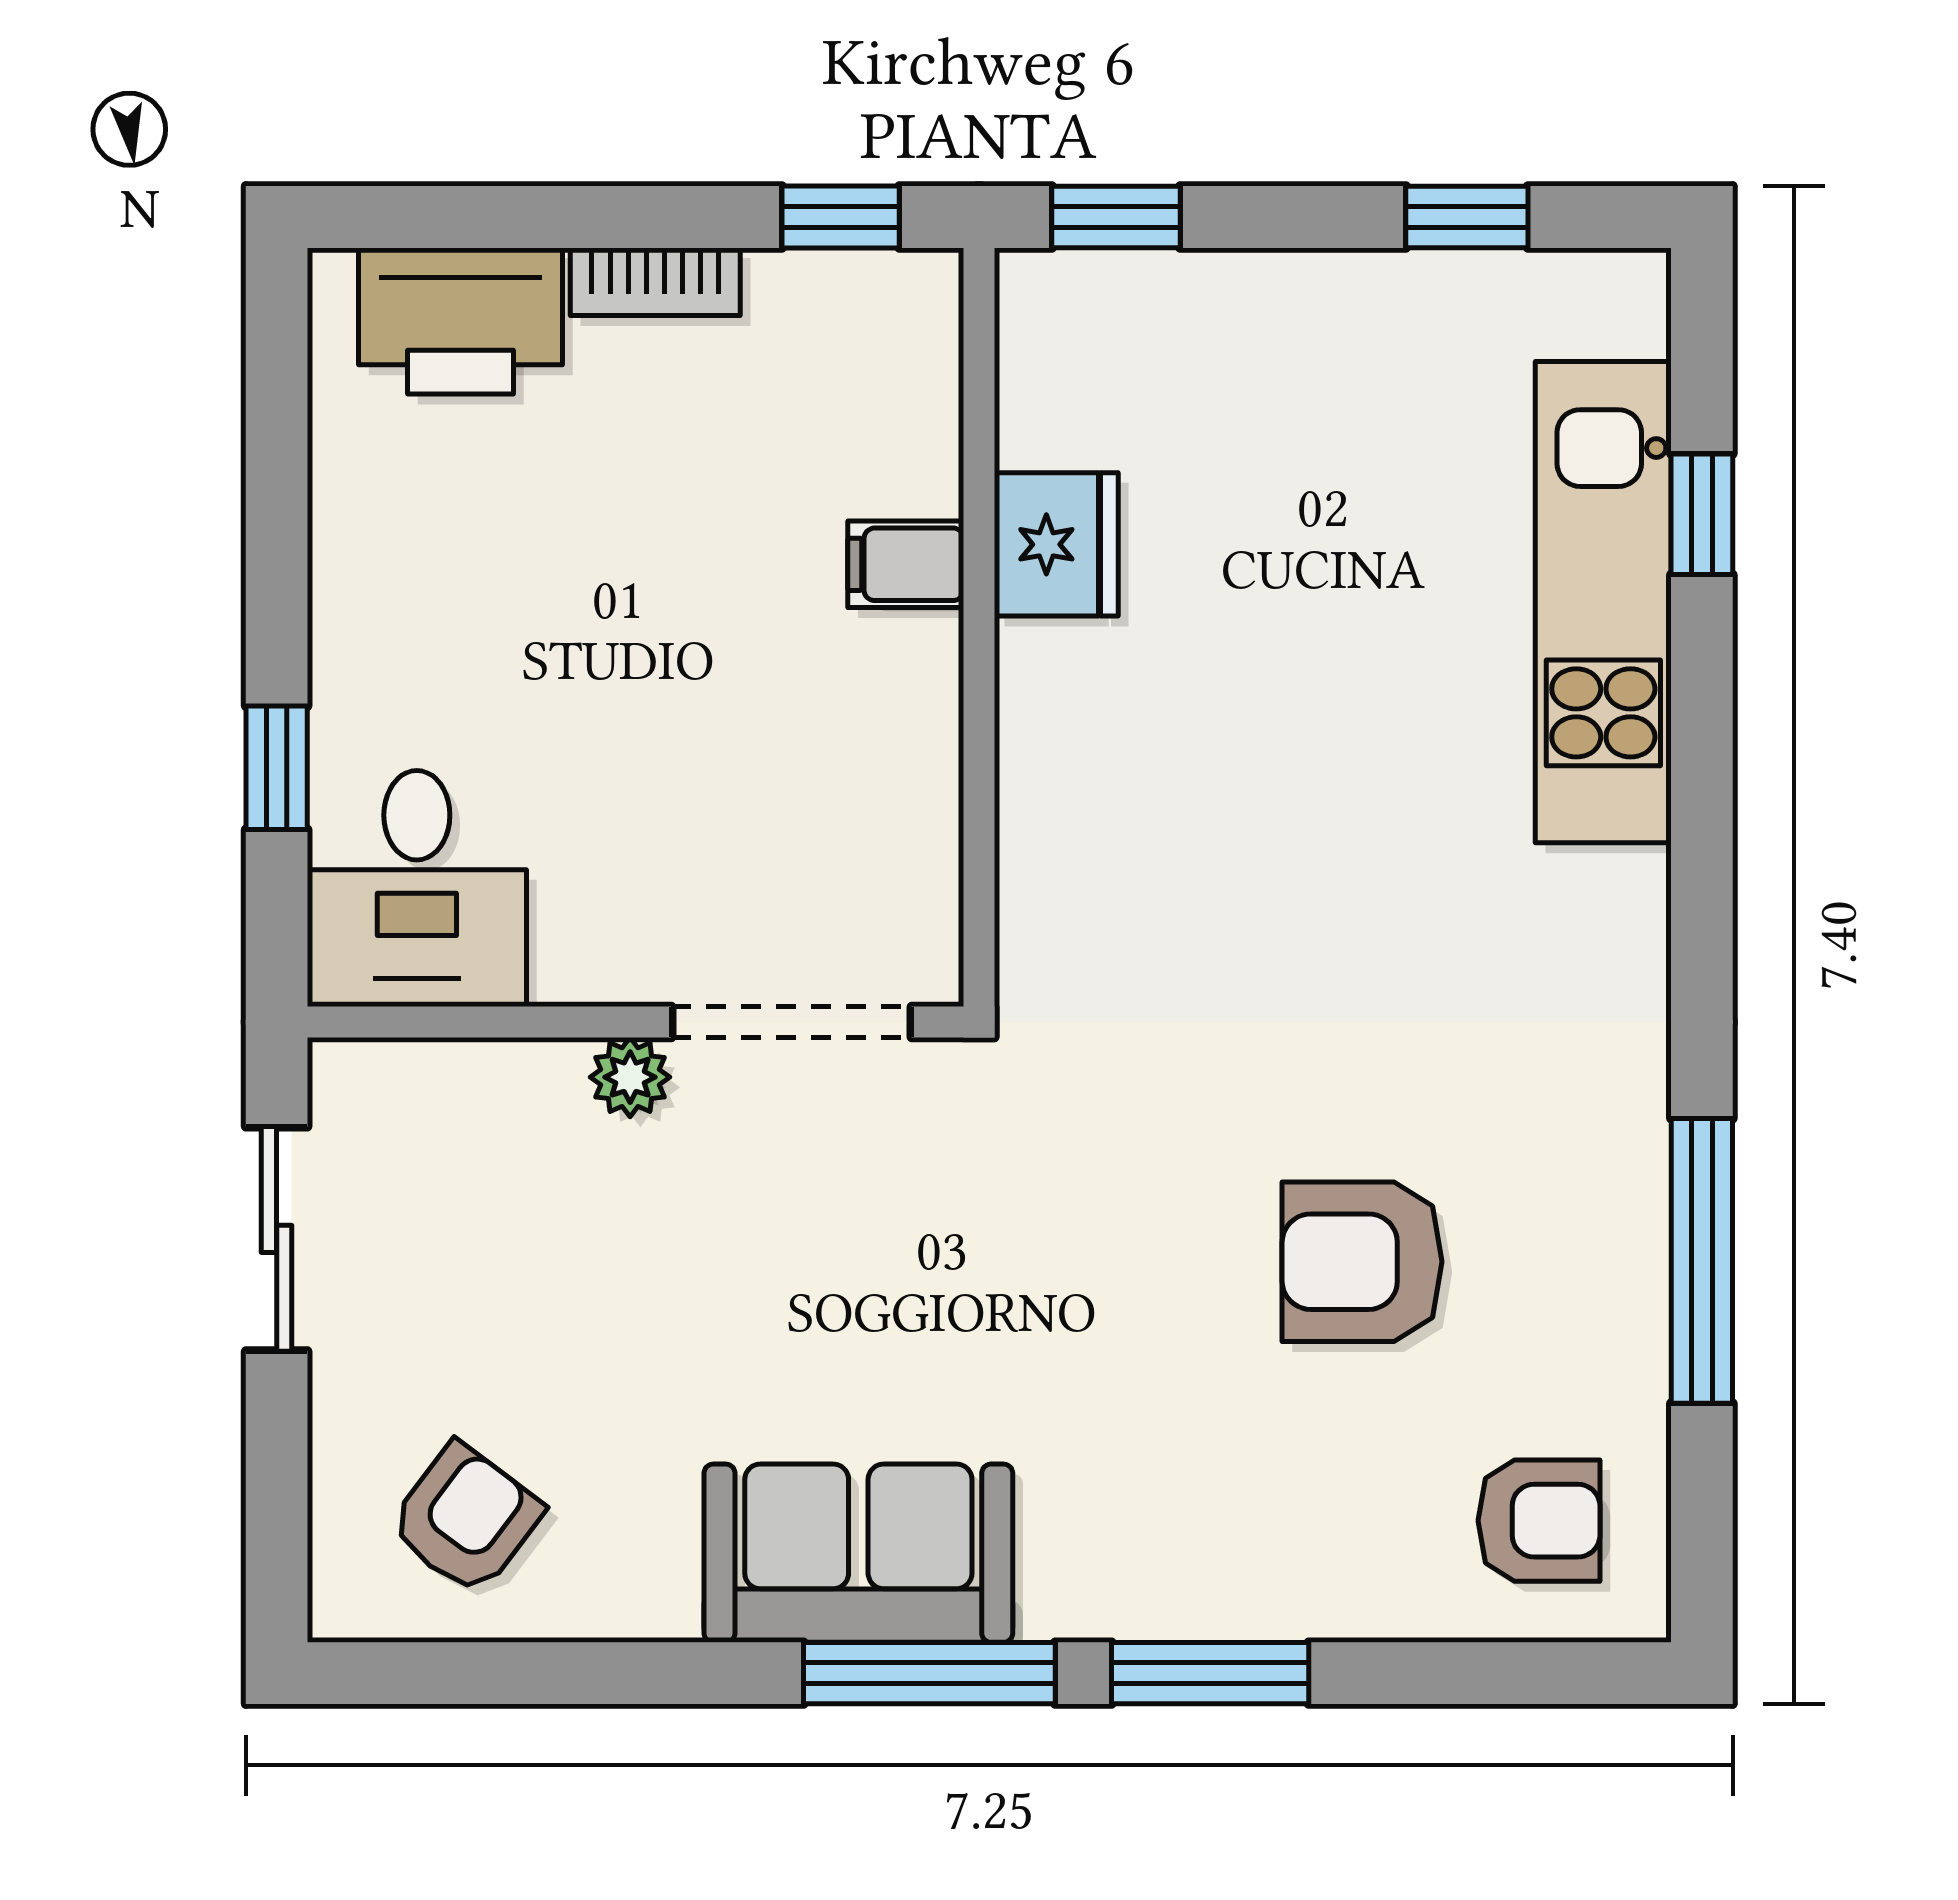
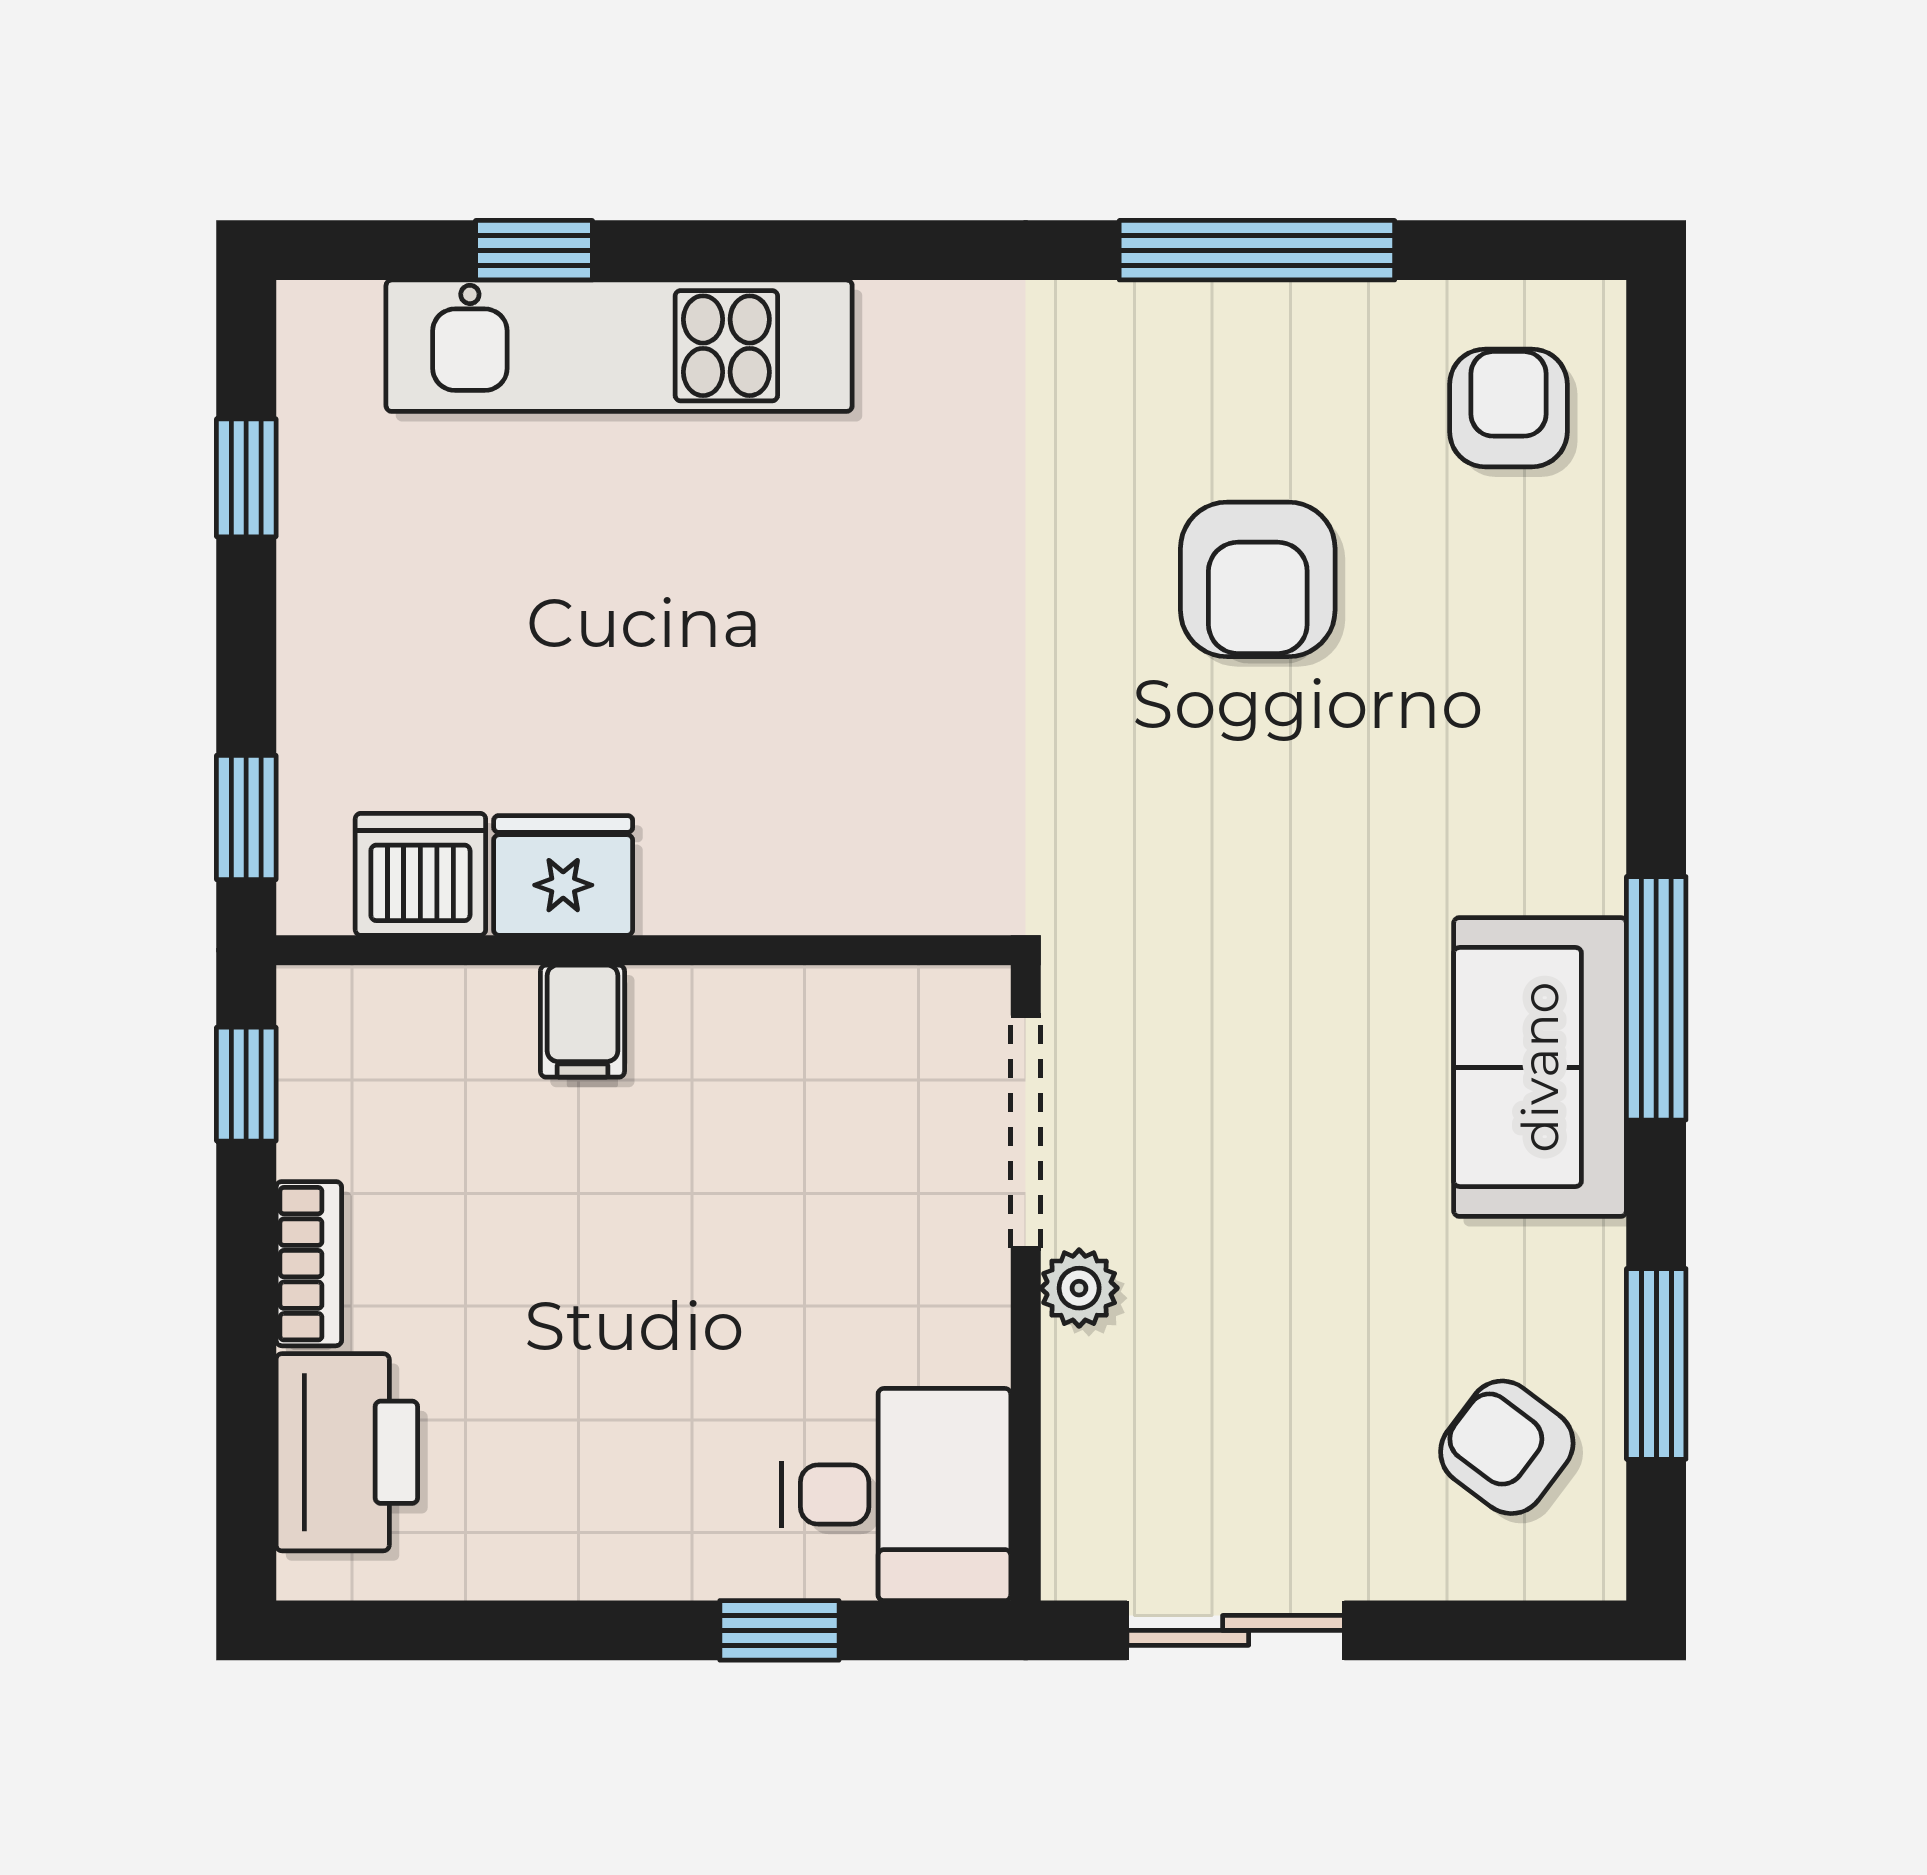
dishwasher: (1057, 397) -> (420, 874), added
window: (1210, 1673) -> (1656, 1364), moved

